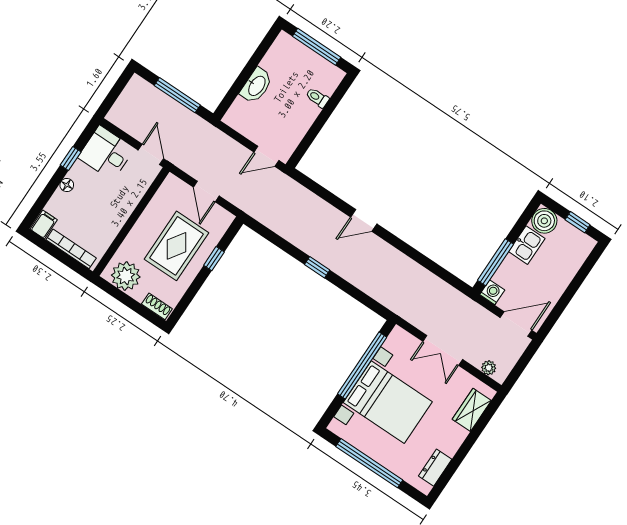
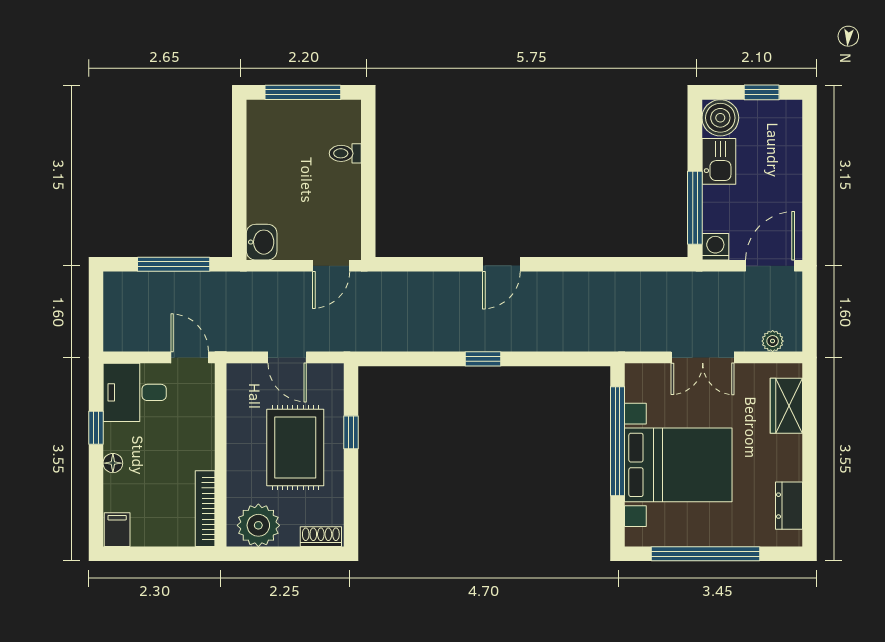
washbasin: (256, 86) -> (262, 242), moved, width x0.72
bookcase: (71, 249) -> (205, 509), moved, turned -90

